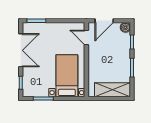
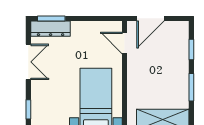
boiler: (125, 27) -> (182, 28), removed
dresser: (36, 28) -> (51, 29), added
double door: (21, 50) -> (28, 62), width x0.73

